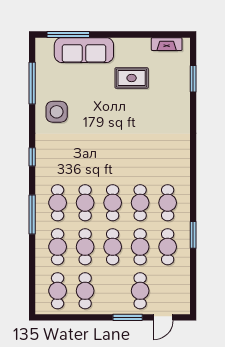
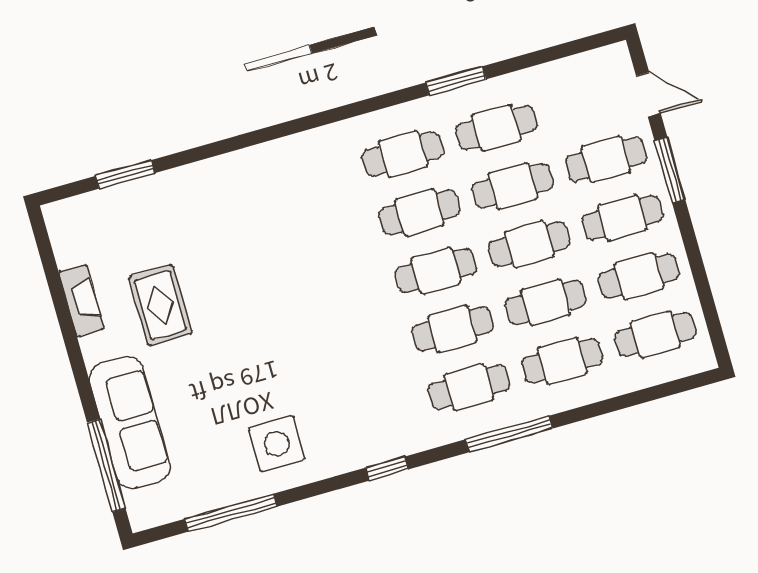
fireplace: (167, 44) -> (82, 300), moved
cafe table: (113, 291) -> (622, 218), added

